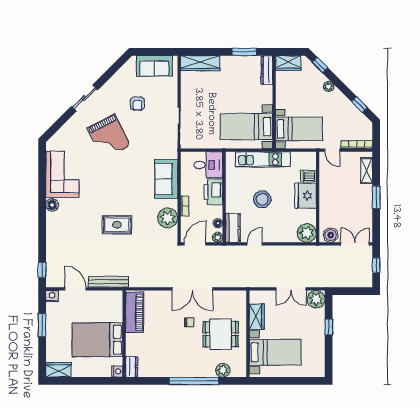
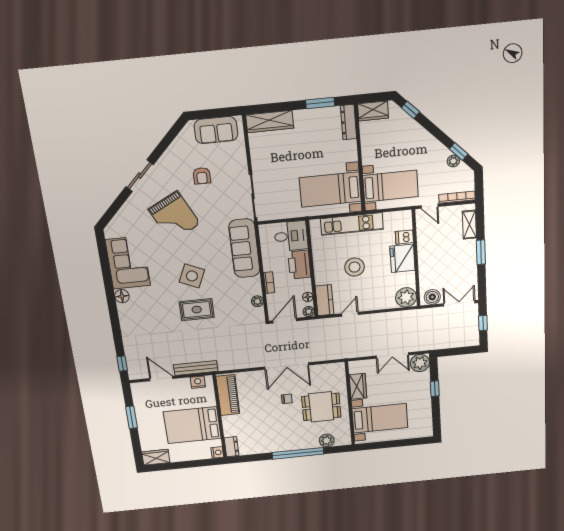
plant: (329, 86) -> (453, 161), moved
sofa: (166, 179) -> (244, 248), width x1.36
side table: (117, 193) -> (192, 276), added
plant: (168, 218) -> (257, 301), width x0.53, depth x0.53
nightstand: (52, 296) -> (198, 382), moved

